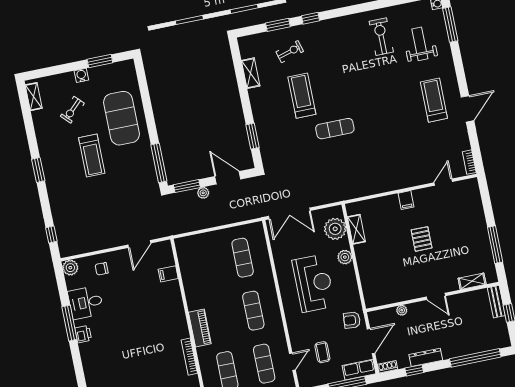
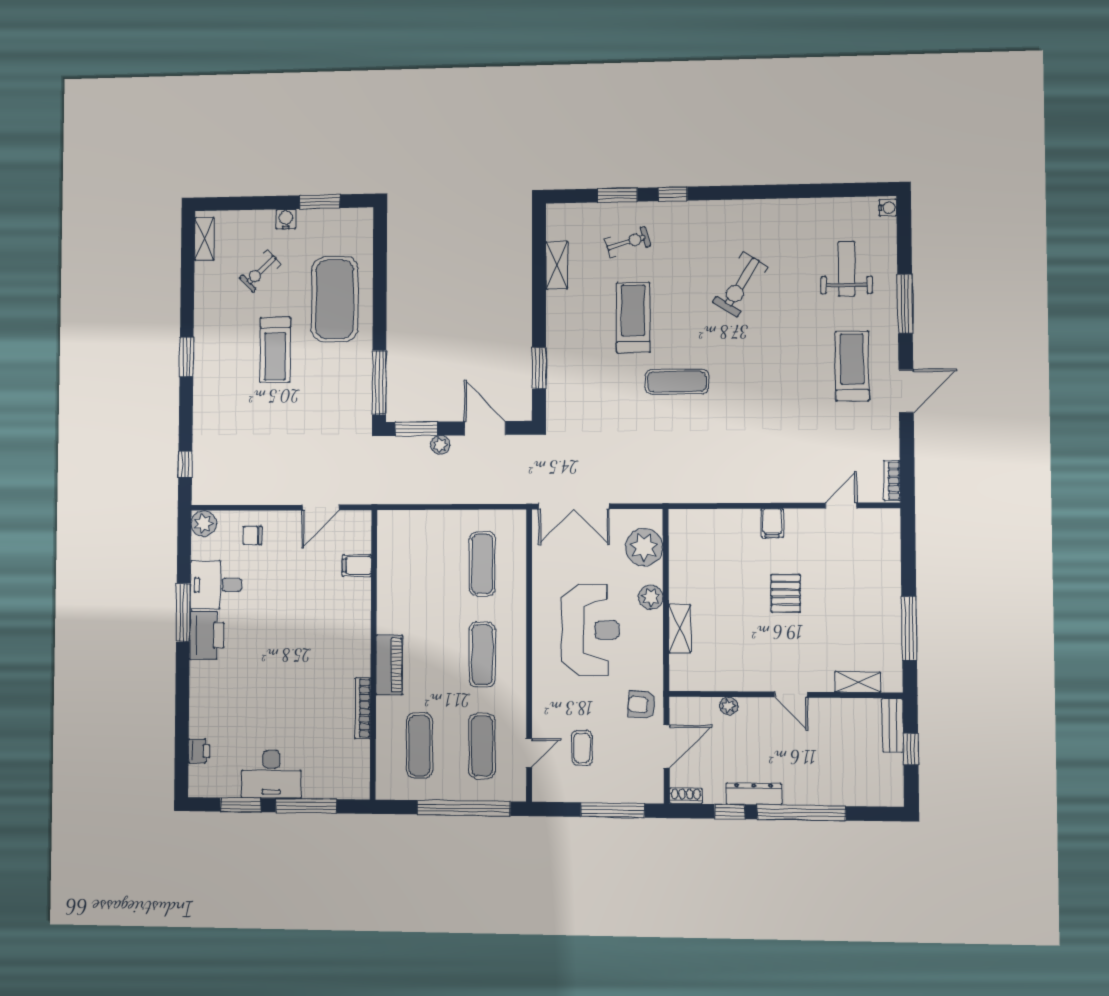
window: (450, 25) -> (905, 304), moved
exercise bike: (381, 37) -> (740, 284), moved, turned -148
shelving: (356, 229) -> (680, 629), moved
printer: (83, 334) -> (207, 635), width x1.87, depth x1.48
window: (475, 358) -> (801, 813), moved
row of seats: (359, 370) -> (637, 790), removed

